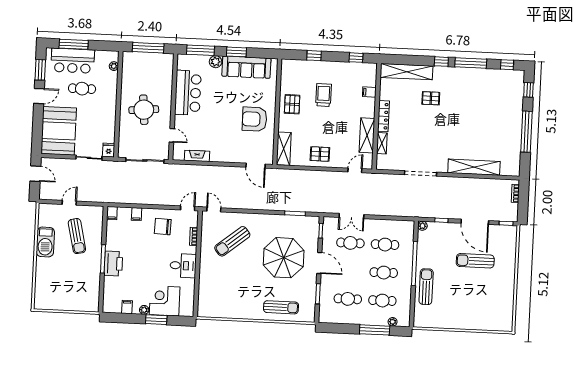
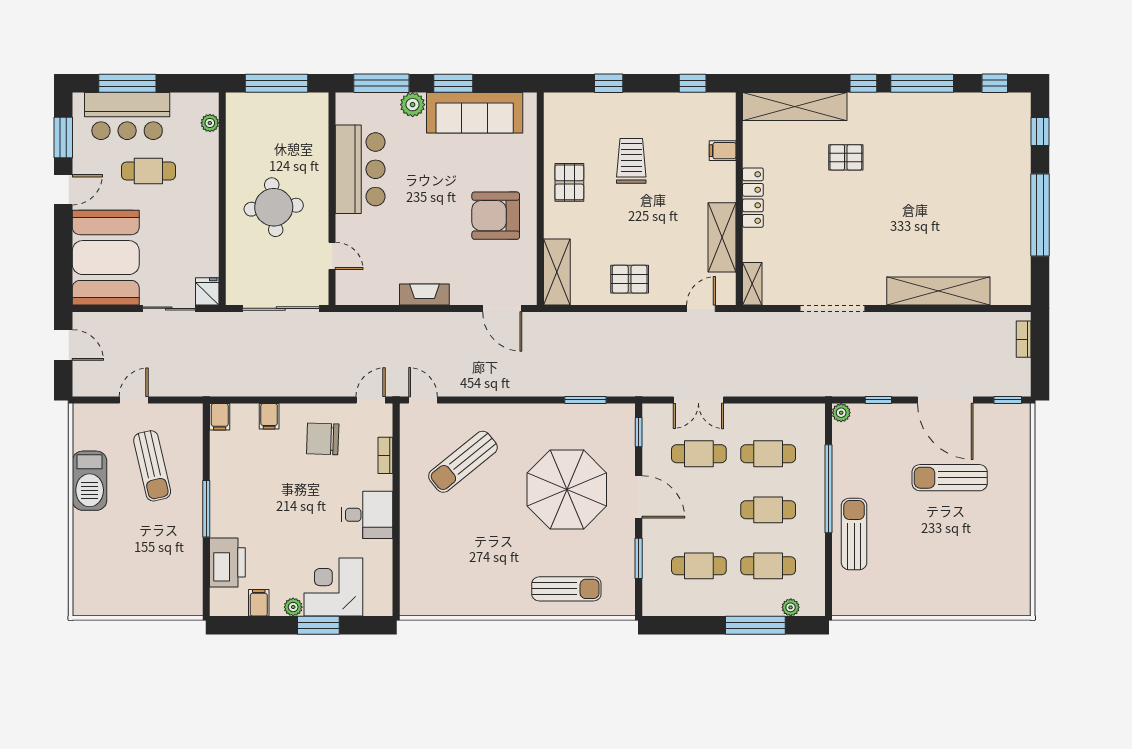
shelving: (382, 143) -> (752, 284), moved
fireplace: (197, 156) -> (424, 294), moved
printer: (113, 264) -> (227, 562), moved

